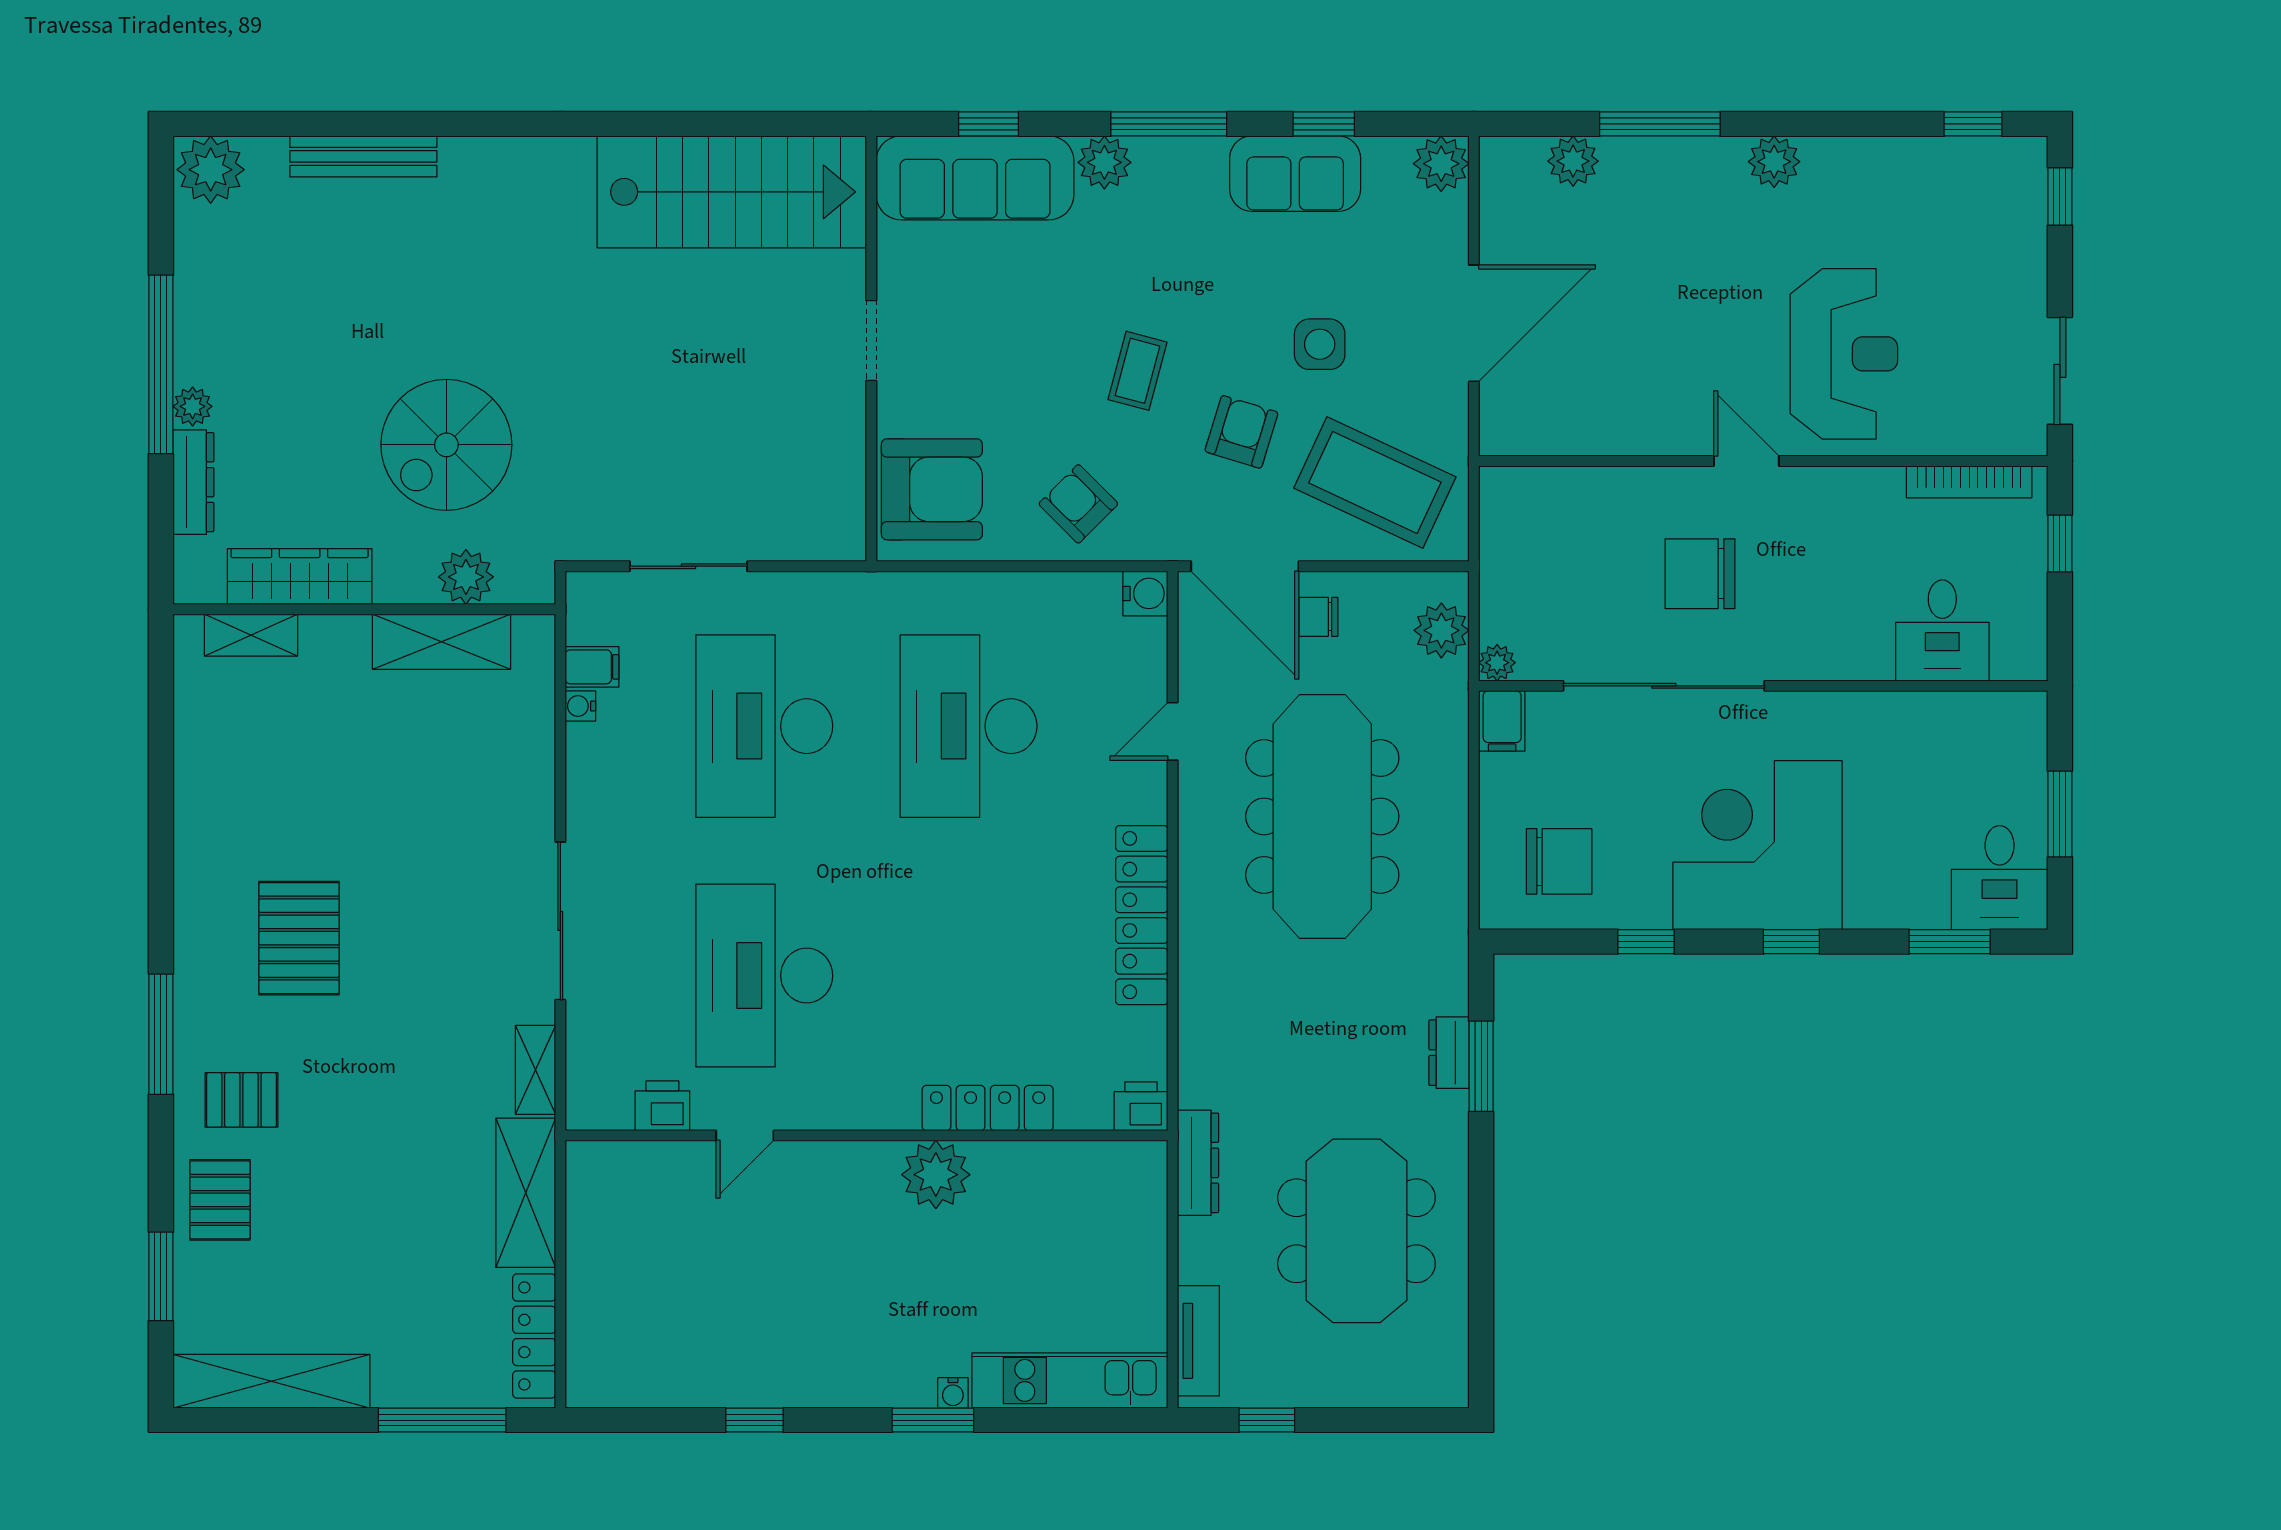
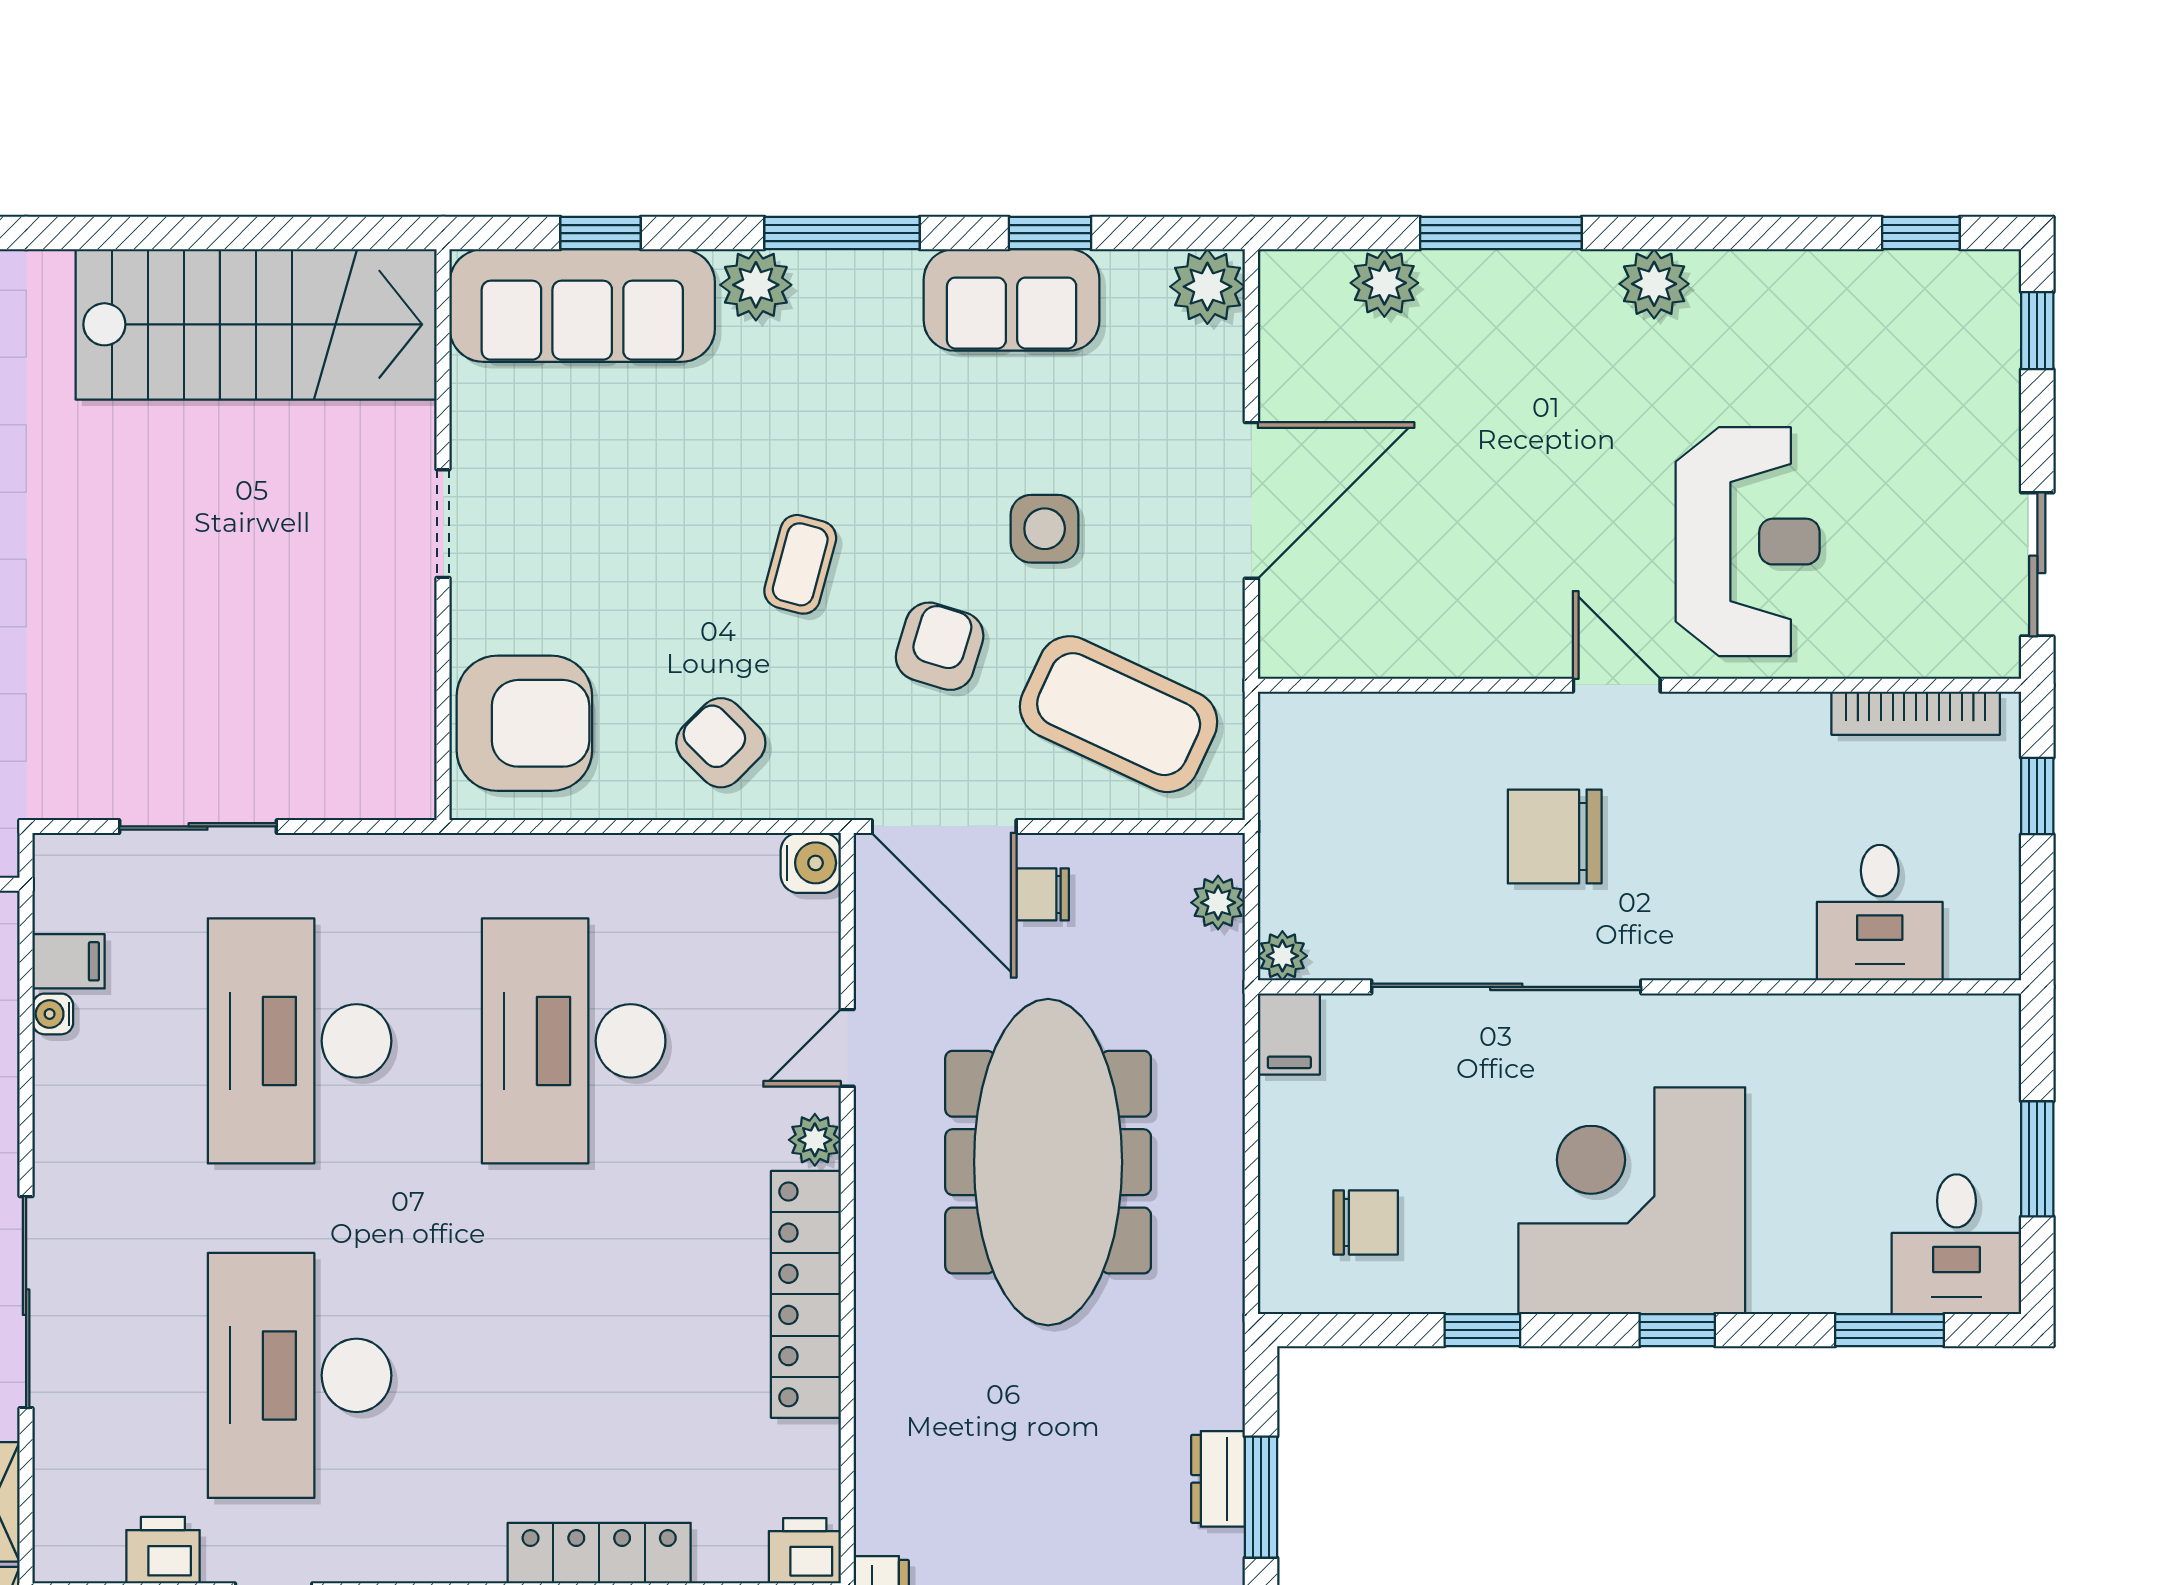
plant: (1441, 630) -> (1218, 903), width x0.73, depth x0.73
plant: (1148, 800) -> (815, 1140), added
chair: (1559, 861) -> (1366, 1222), width x0.73, depth x0.73

